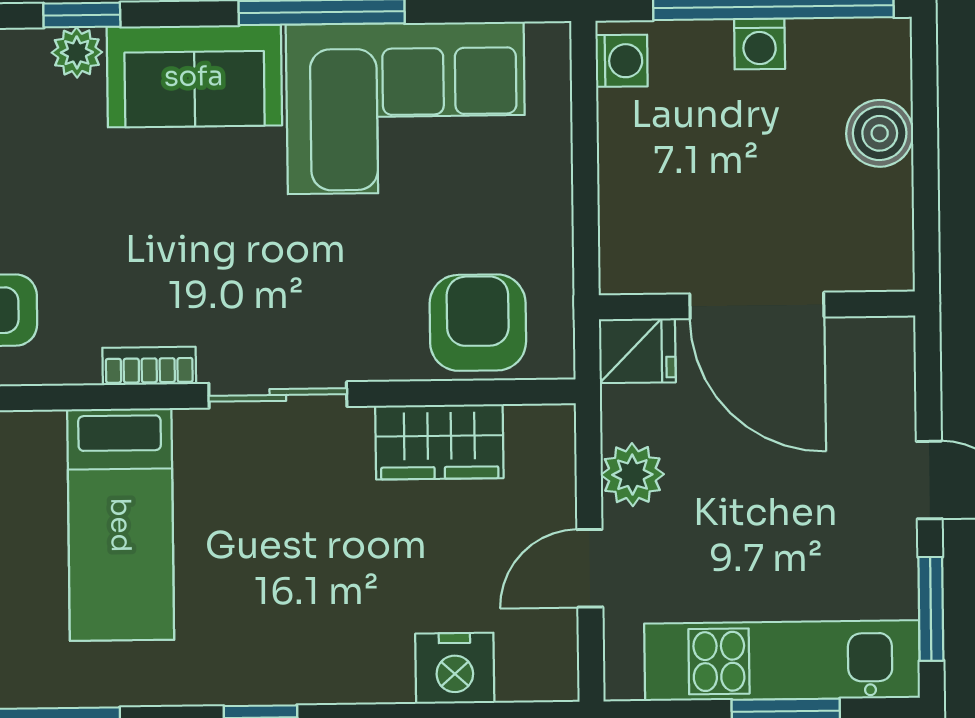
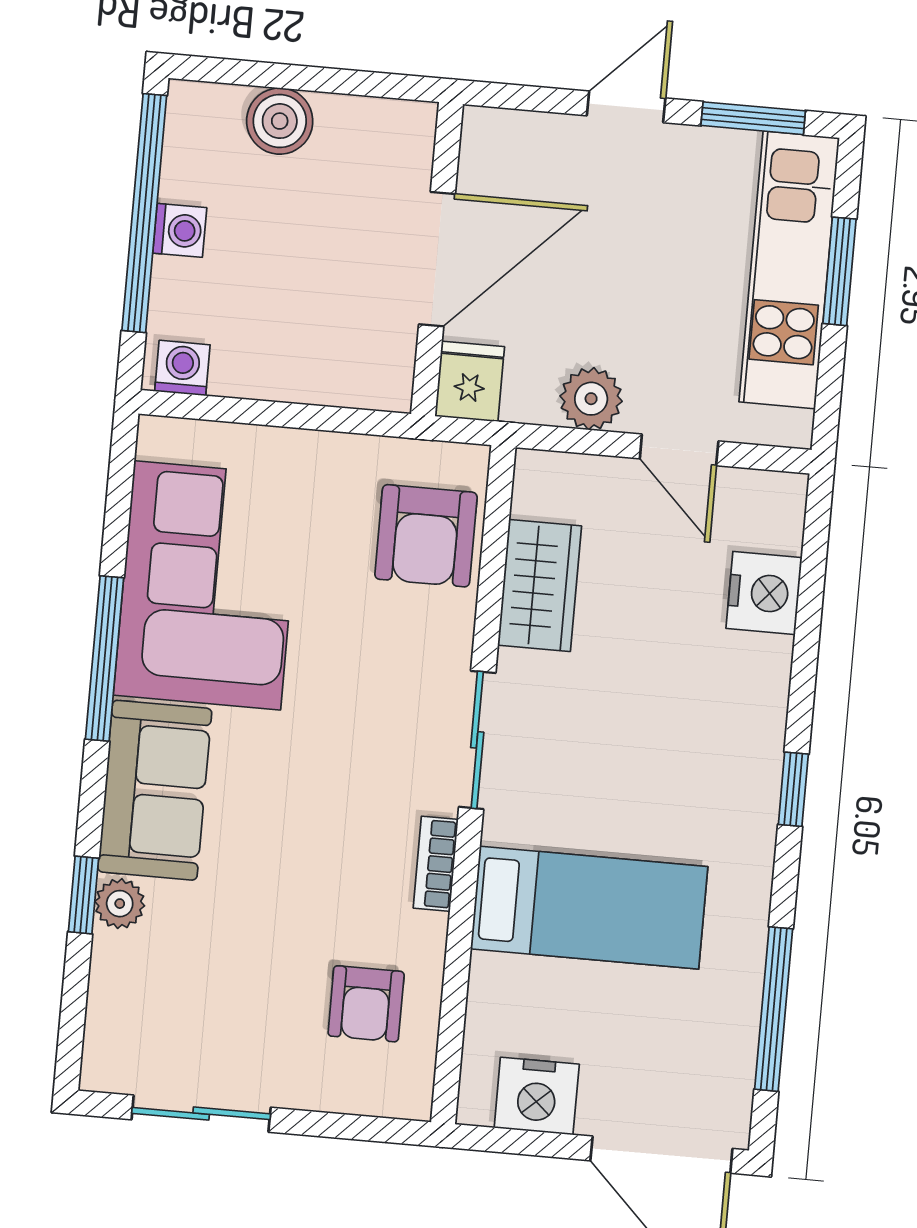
armchair: (478, 323) -> (426, 536), turned -90

